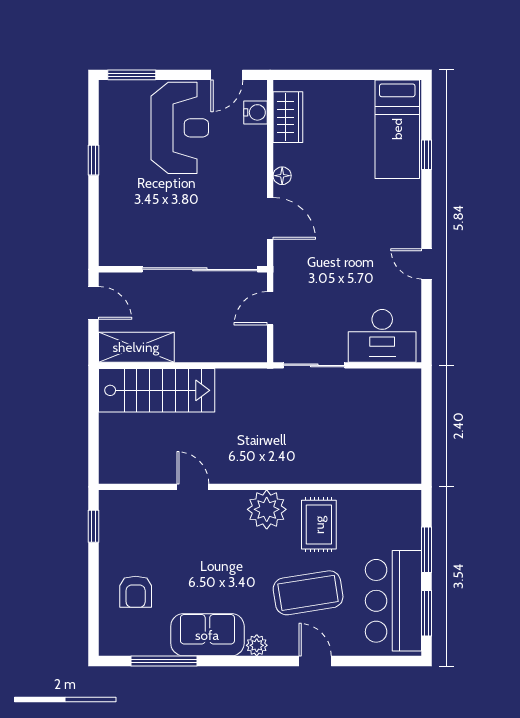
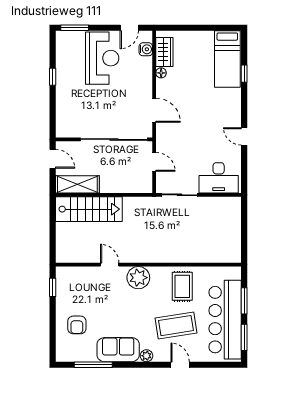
floor lamp: (282, 176) -> (161, 73), moved
door: (270, 308) -> (154, 162), swing flipped
plant: (267, 509) -> (138, 278), moved
bar counter: (393, 601) -> (225, 320), width x1.36

